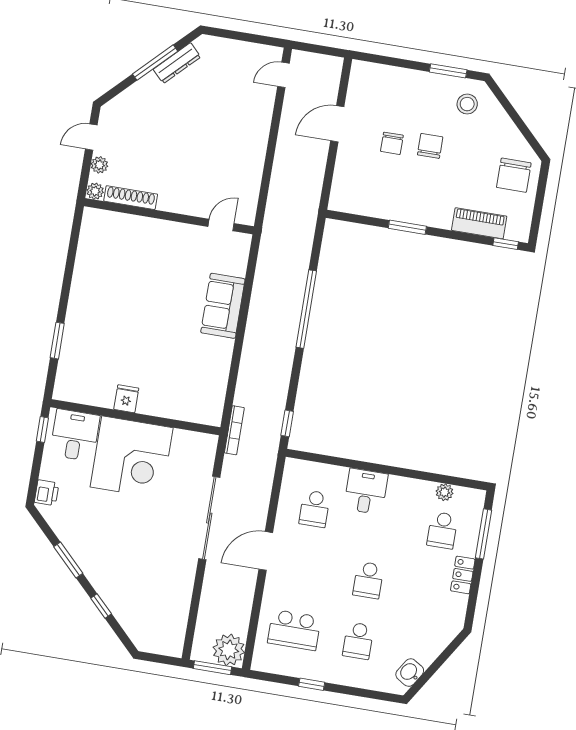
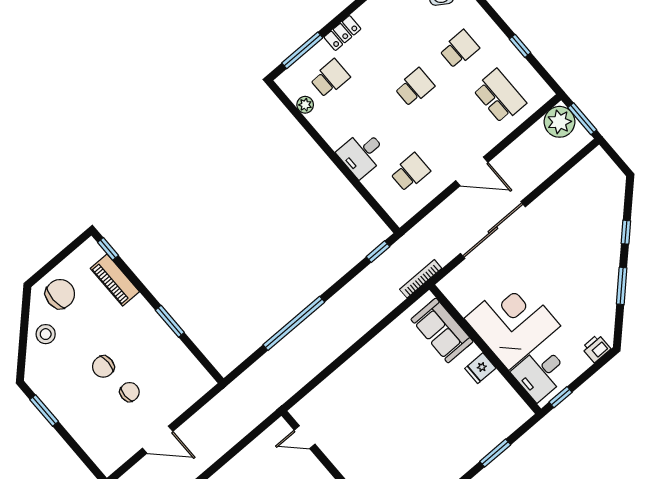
stool: (467, 104) -> (46, 334), moved
sofa: (223, 306) -> (442, 330), moved, turned 90

